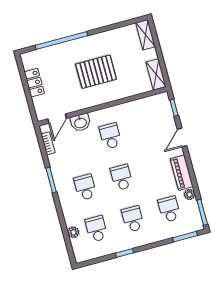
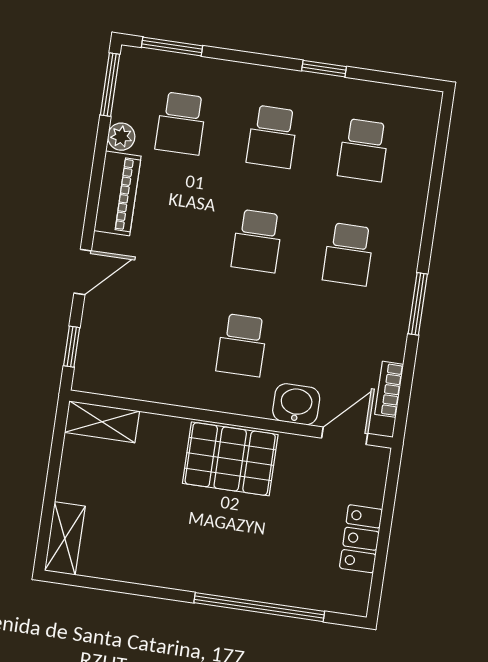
pallet: (96, 72) -> (230, 459), moved
shelving: (156, 74) -> (102, 422), moved, turned 90
plant: (74, 232) -> (418, 165), removed

